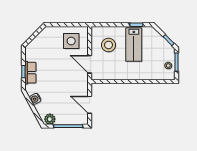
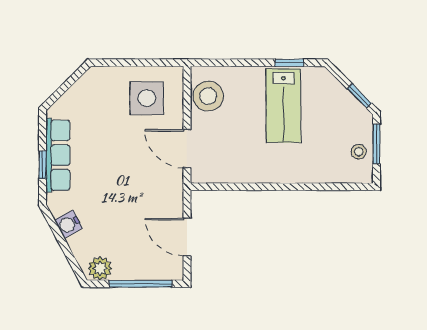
stool: (109, 45) -> (208, 96), moved
row of seats: (30, 73) -> (58, 155), width x1.48

